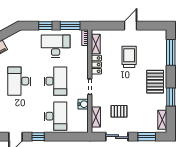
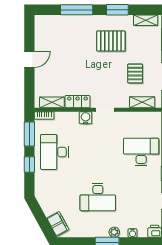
door: (130, 26) -> (29, 59), swing flipped
window: (171, 52) -> (77, 10), moved
trolley: (129, 57) -> (68, 61), removed
desk: (56, 81) -> (98, 152), removed
pallet: (155, 82) -> (111, 41), moved
water cooler: (83, 104) -> (86, 118), moved

